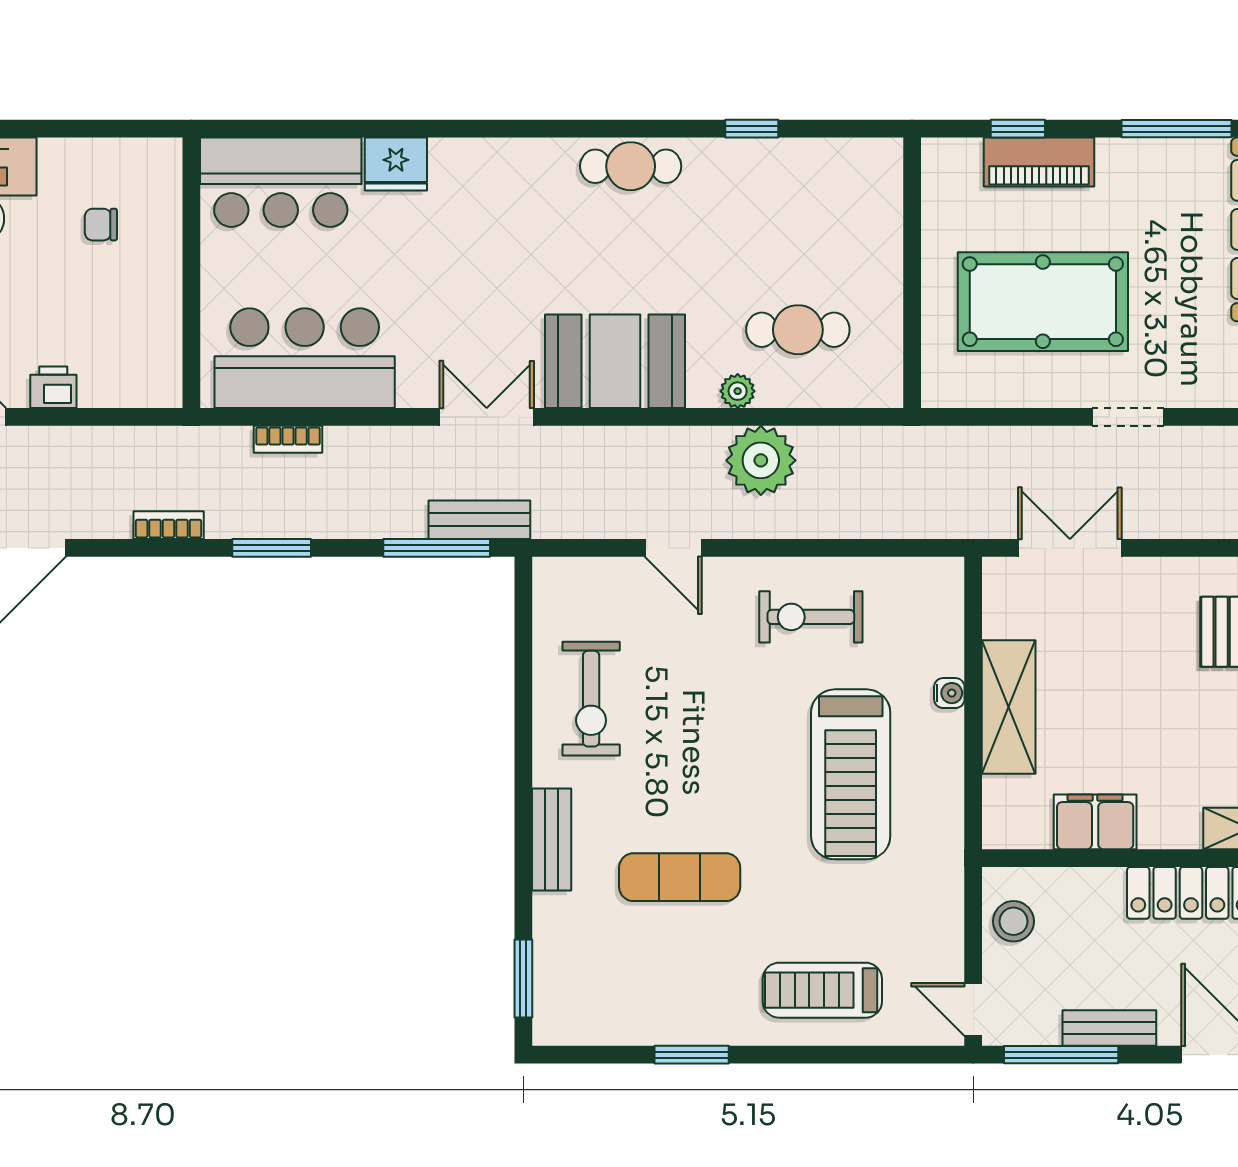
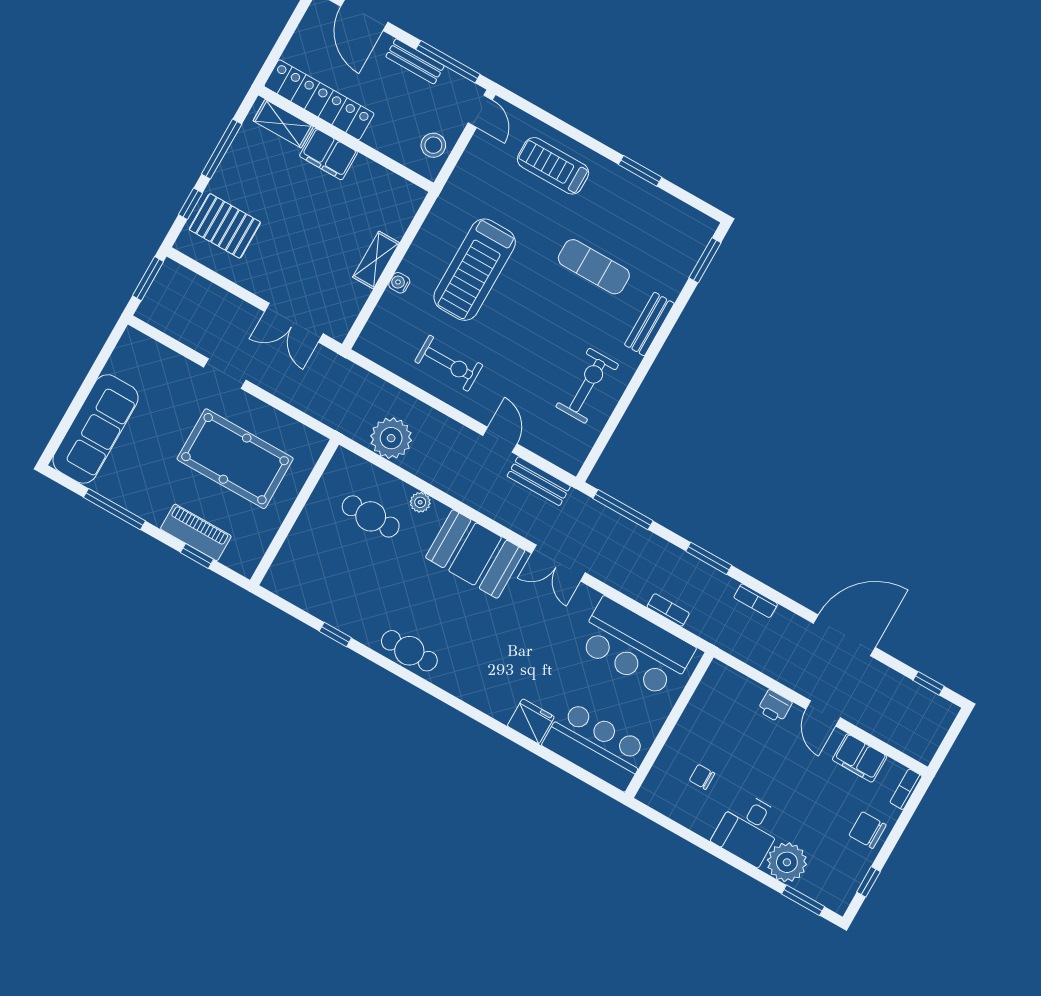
chair: (101, 225) -> (702, 777), turned 180
plant: (761, 460) -> (391, 438), moved
bench: (479, 520) -> (539, 481), moved
shelving: (1009, 707) -> (376, 260), width x0.67, depth x0.75
treadmill: (851, 774) -> (475, 270), turned 180
filing cabinet: (1095, 822) -> (329, 154), moved
treadmill: (822, 990) -> (553, 166), turned 180

